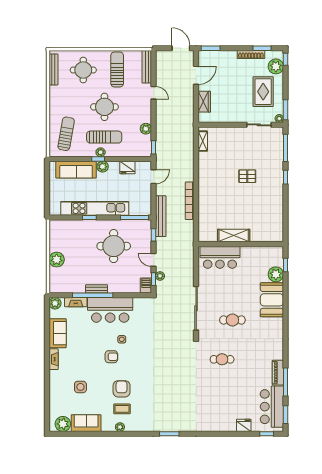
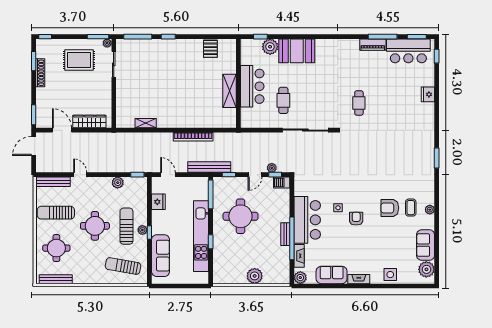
plant: (276, 66) -> (53, 47), removed
door: (153, 93) -> (80, 175), hinge flipped
wardrobe: (204, 102) -> (89, 121), width x1.50
shelving: (203, 141) -> (146, 123), moved
plant: (103, 167) -> (157, 228), removed
pallet: (247, 176) -> (210, 49), moved
bar counter: (220, 257) -> (252, 86), moved
cafe table: (232, 320) -> (283, 100), moved
side table: (80, 387) -> (390, 275), moved
fridge: (244, 425) -> (428, 94), moved

